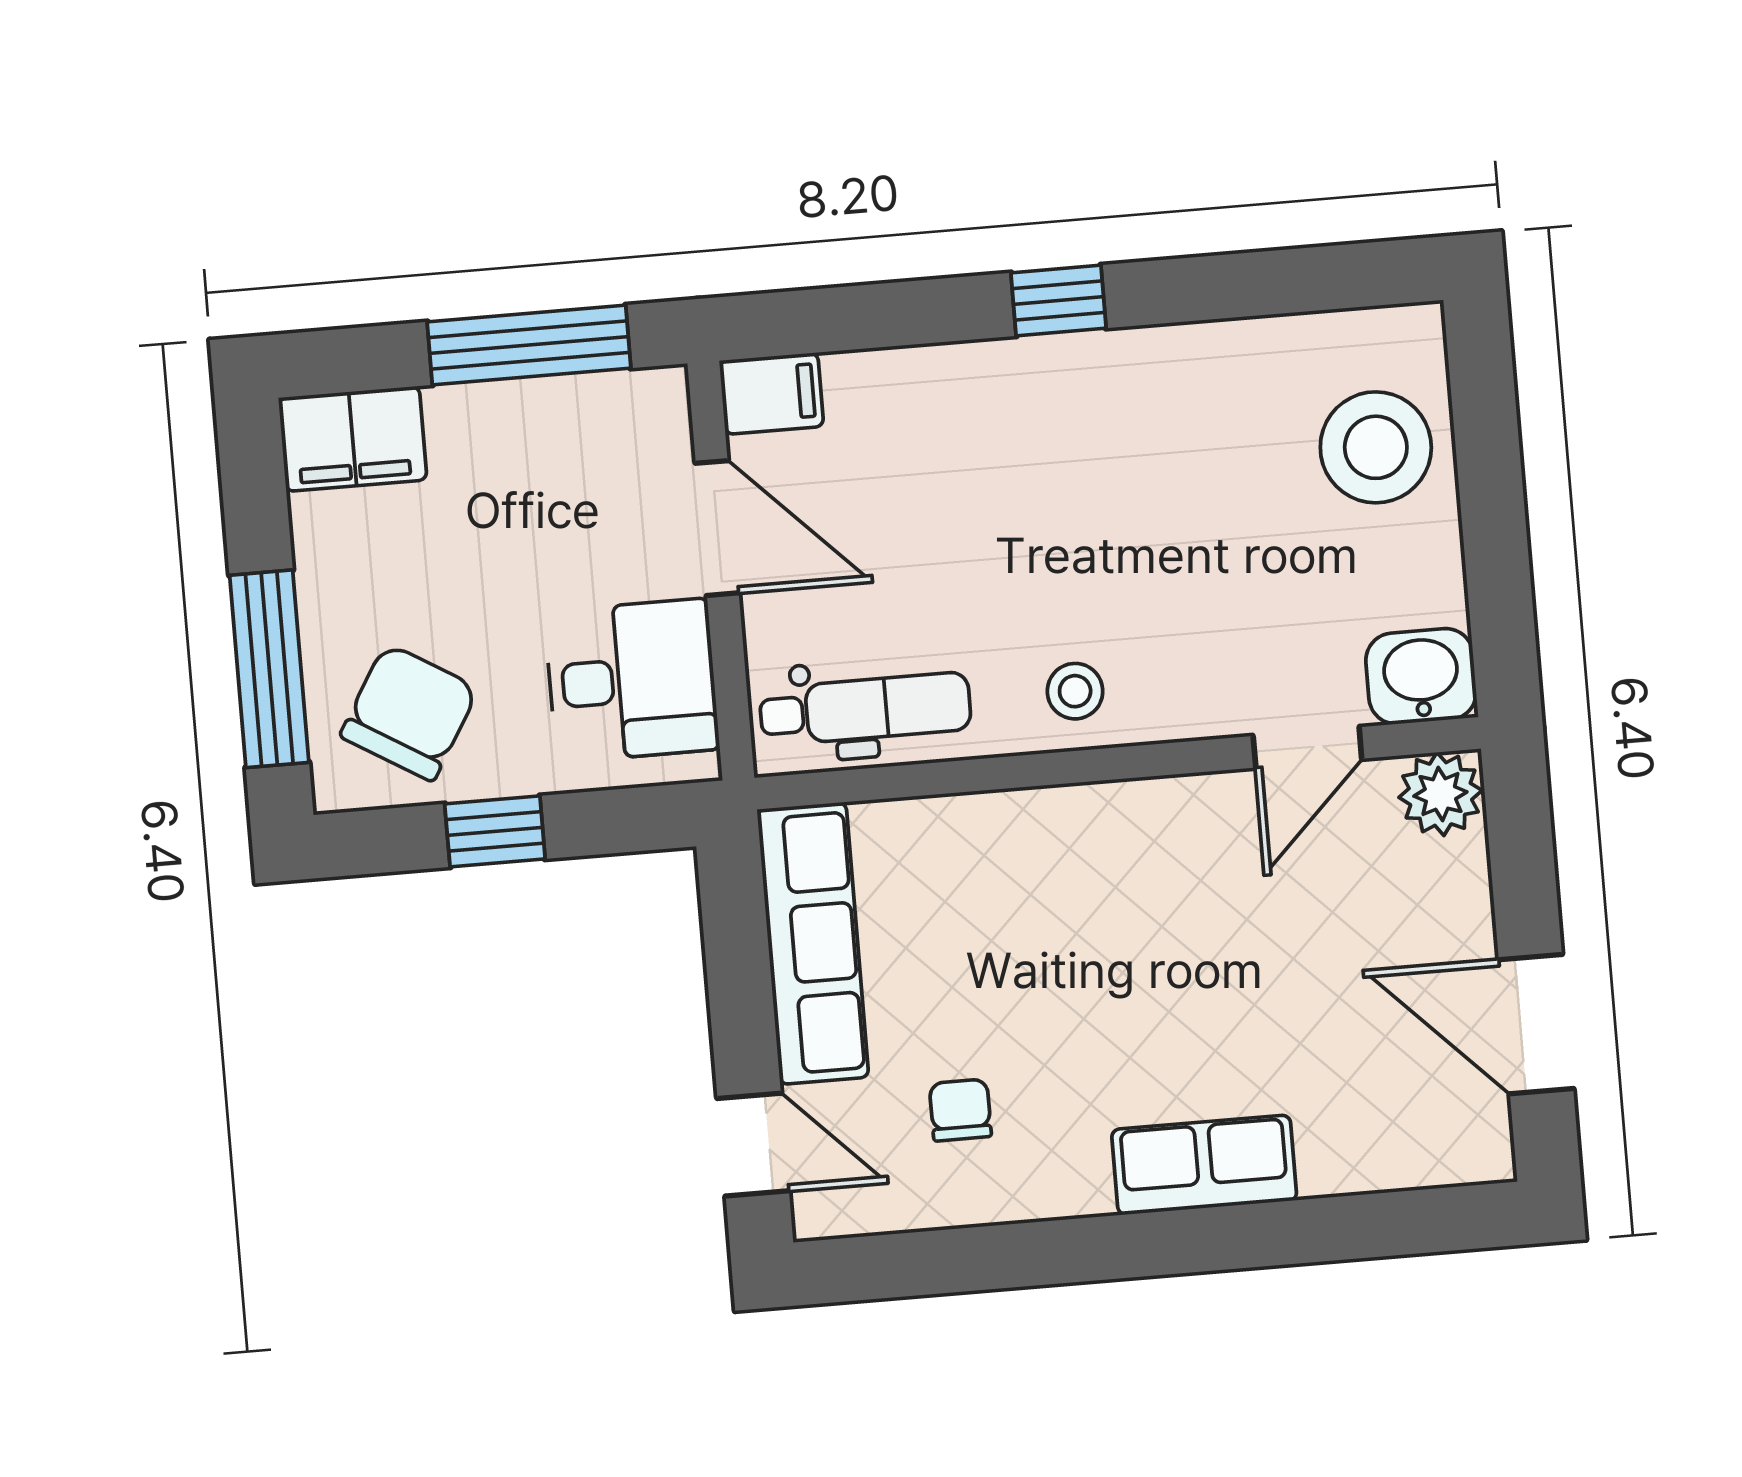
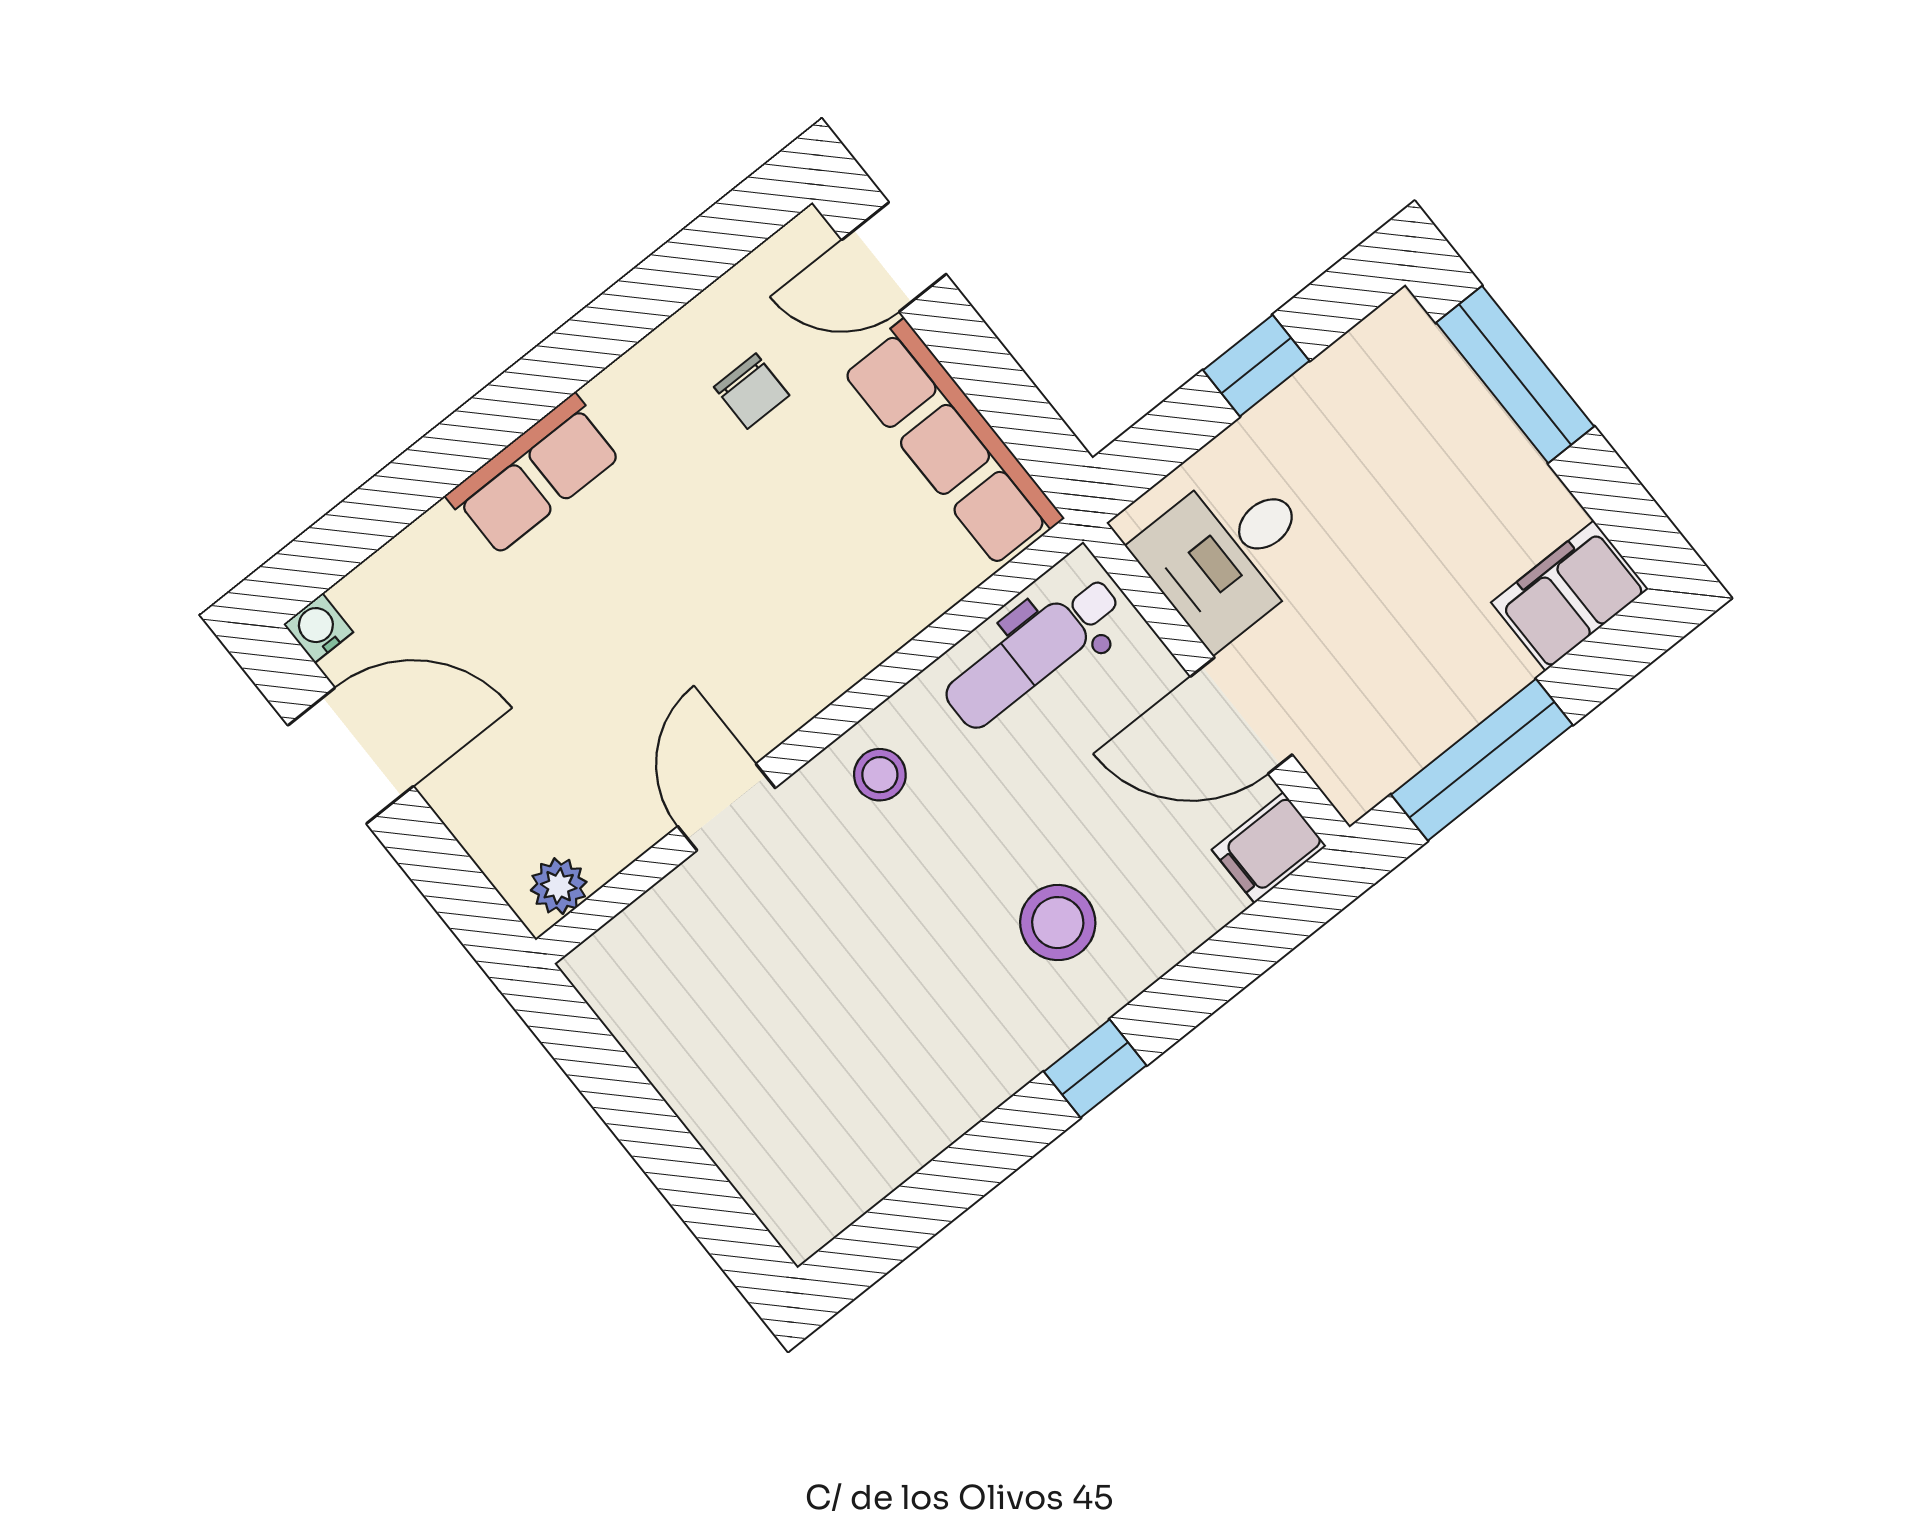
stool: (1376, 447) -> (1058, 923), moved, width x0.73, depth x0.73
washbasin: (1421, 676) -> (620, 965), removed
chair: (409, 712) -> (1384, 413), removed
door: (1307, 747) -> (727, 807), moved
plant: (1440, 794) -> (559, 886), width x0.73, depth x0.73
water cooler: (1489, 1157) -> (318, 628), added

